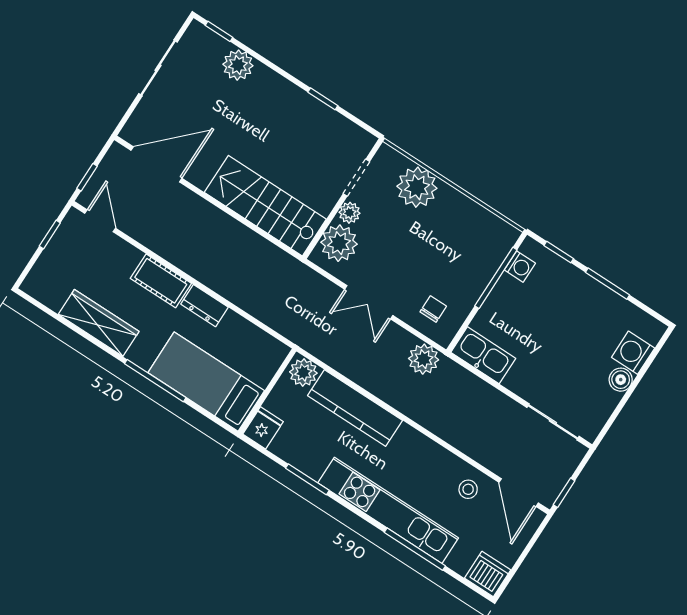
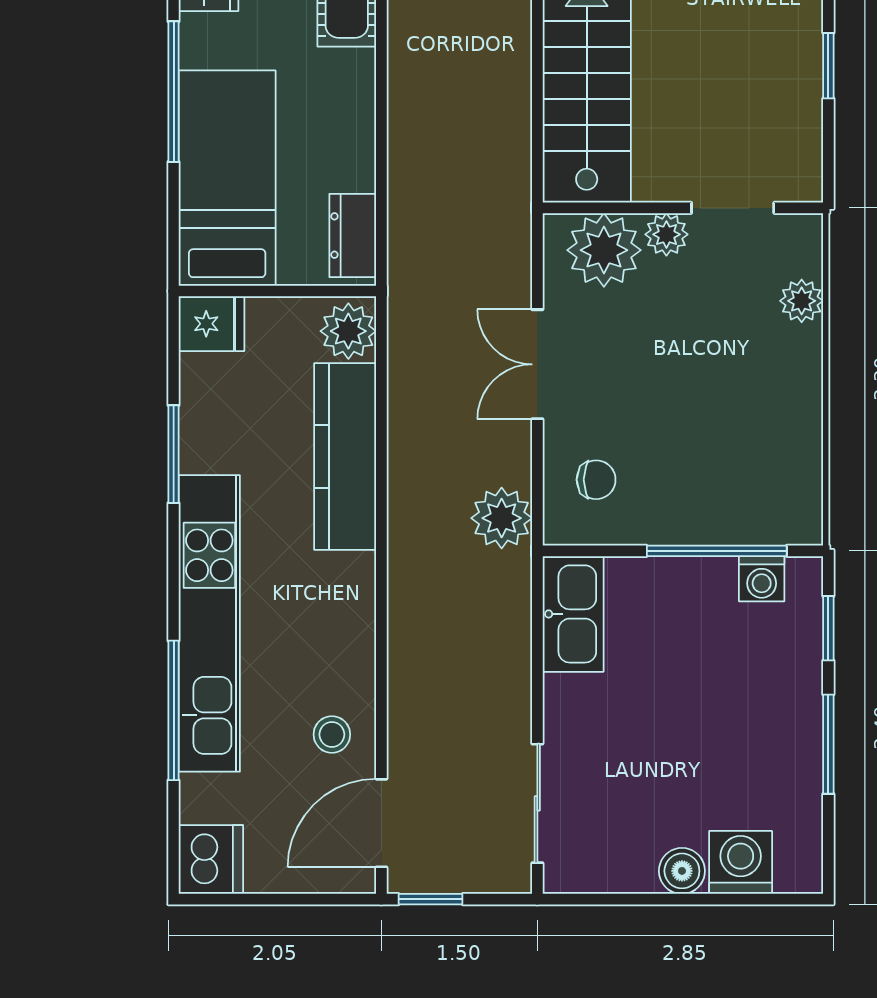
plant: (417, 187) -> (802, 301), width x0.53, depth x0.53
dresser: (204, 306) -> (353, 236), moved

